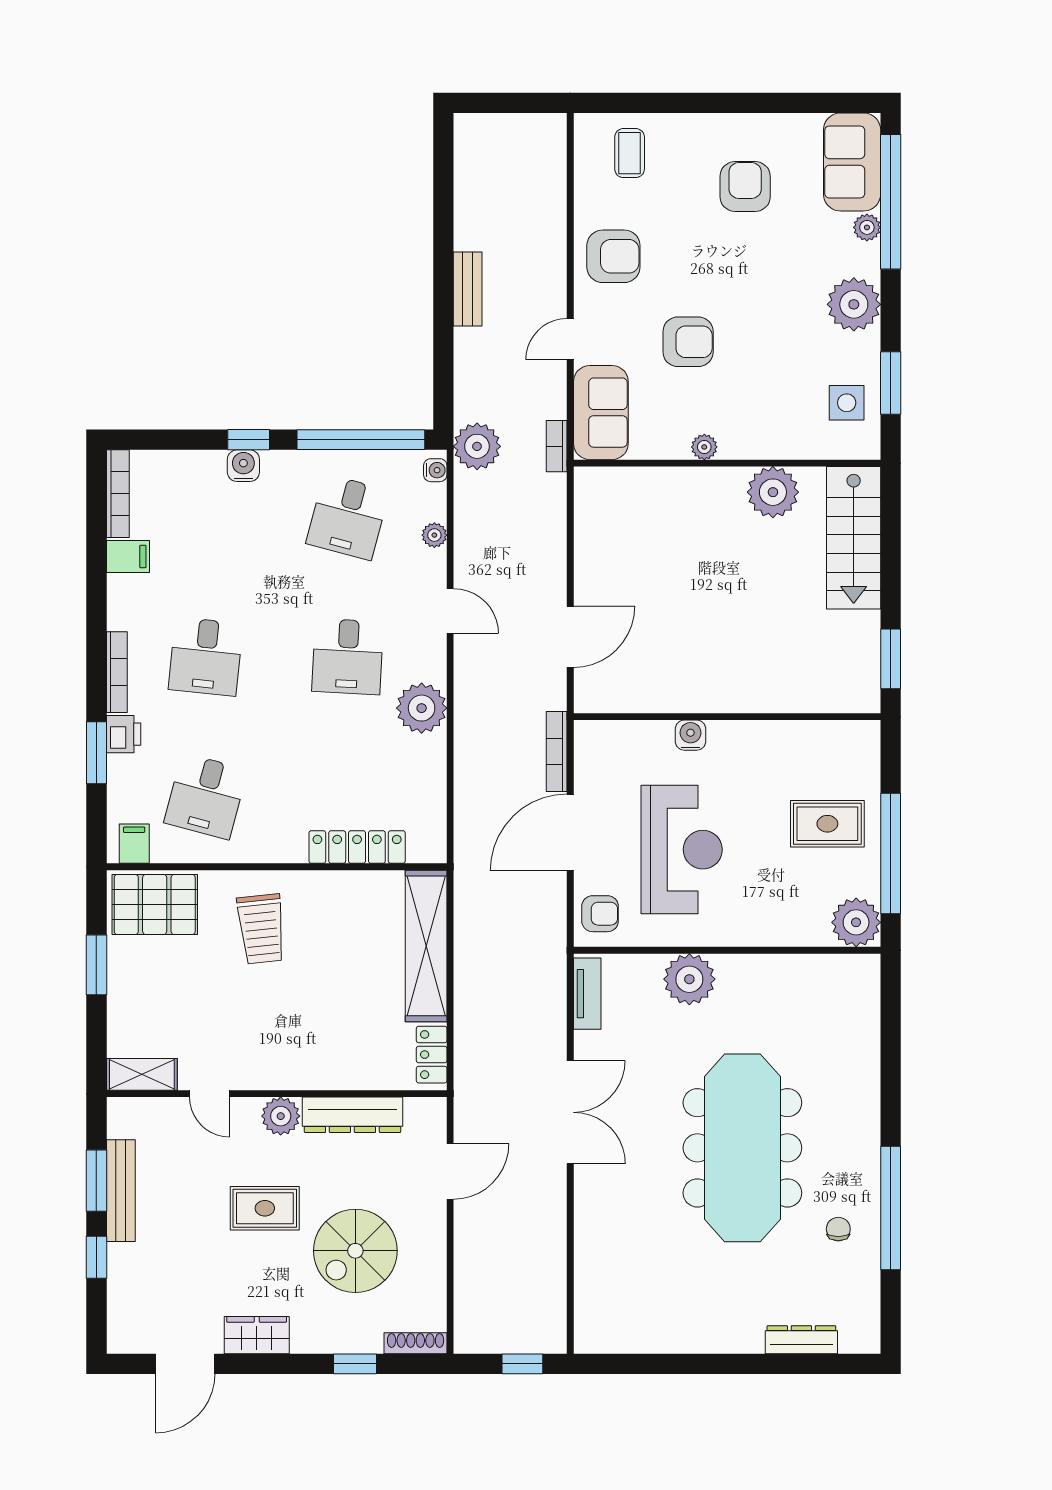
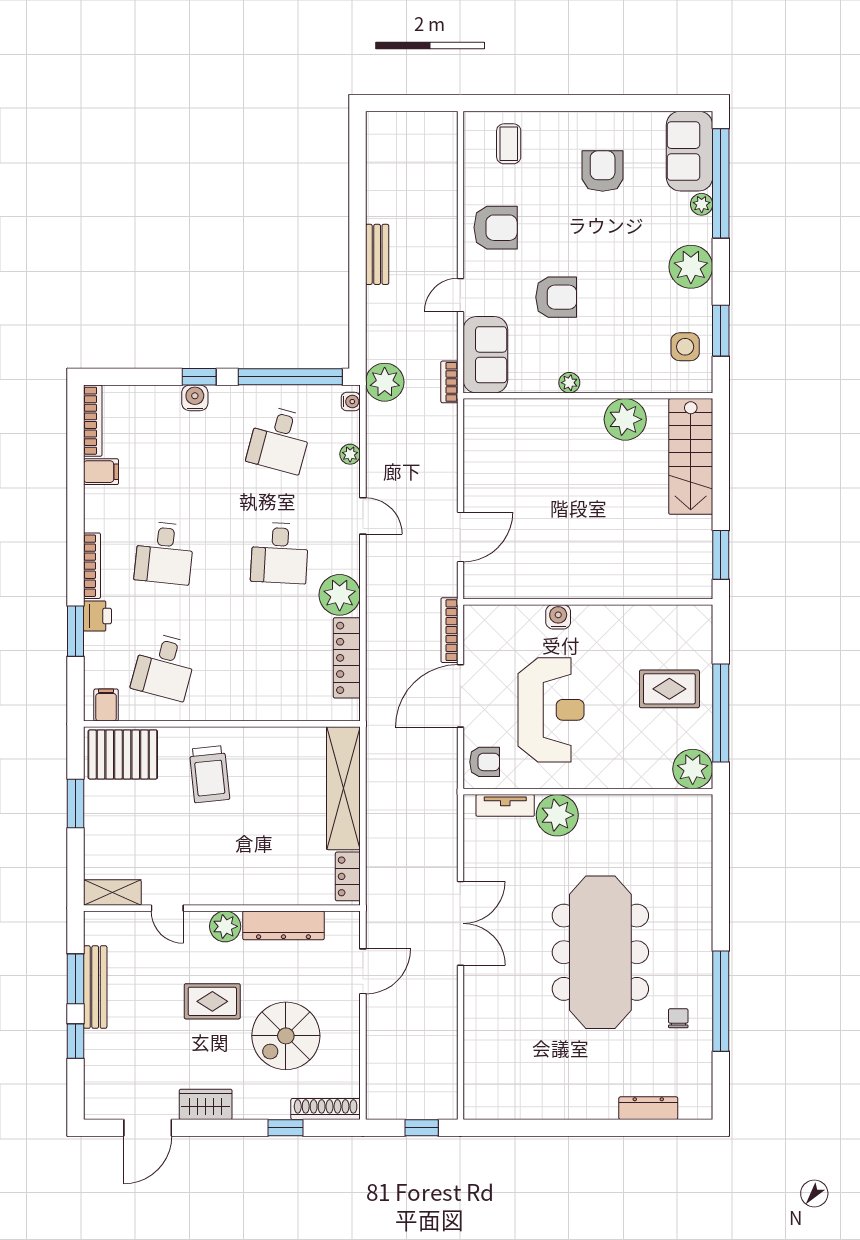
locker: (357, 847) -> (347, 658), moved, turned -90
tv unit: (587, 994) -> (505, 805), moved, turned 90
shoe rack: (416, 1343) -> (326, 1109), width x1.36, depth x1.24

